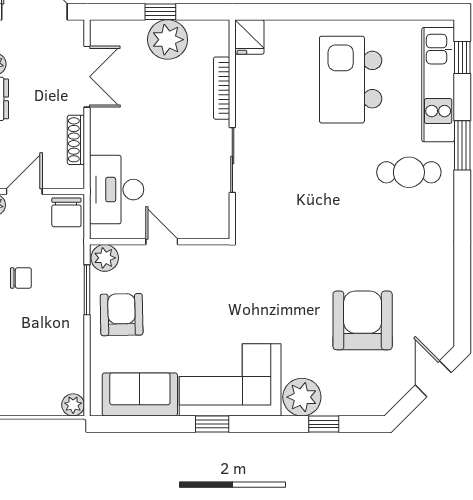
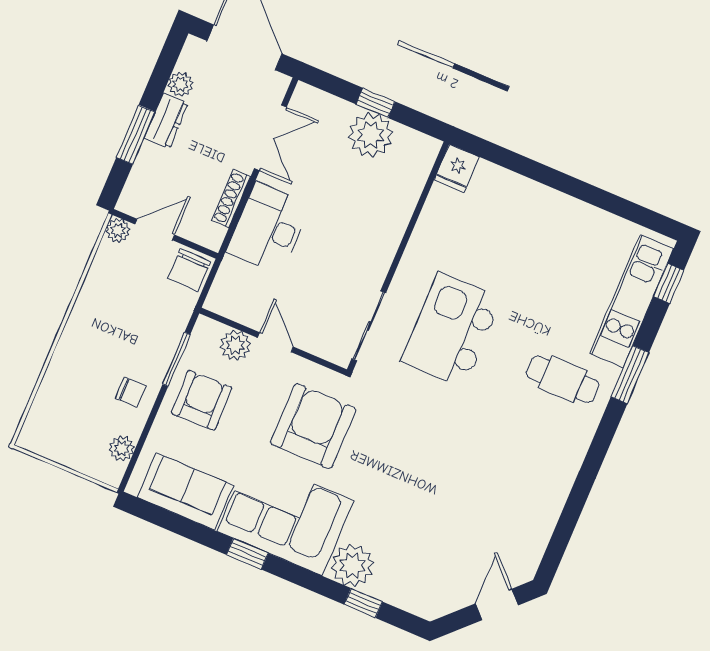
kitchen island: (351, 80) -> (451, 330), moved
bookcase: (222, 88) -> (405, 209), removed
sliding door: (232, 160) -> (369, 326), moved
desk: (117, 190) -> (268, 228), moved
plant: (105, 258) -> (235, 345), moved
chair: (21, 278) -> (130, 392), moved
armchair: (363, 320) -> (313, 426), moved
plant: (73, 405) -> (122, 448), moved

